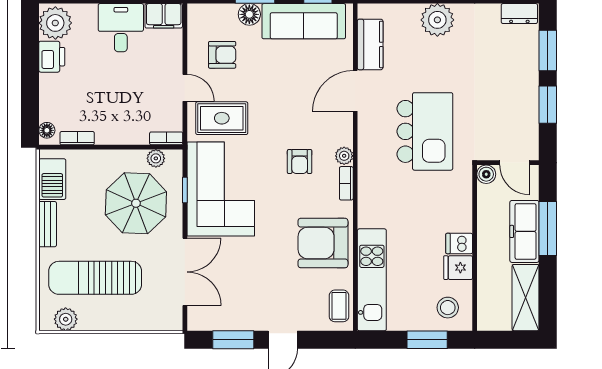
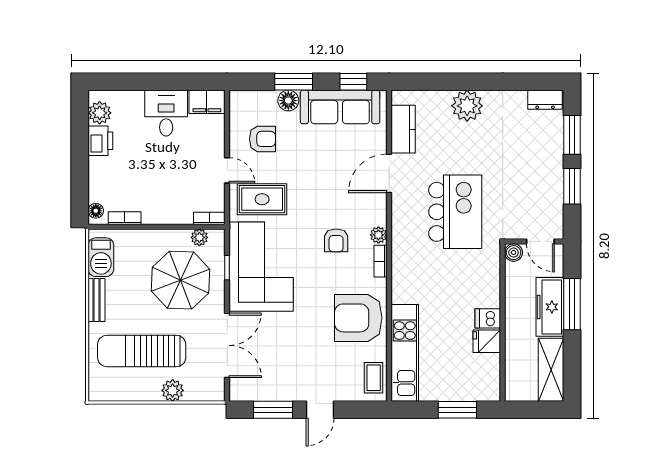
plant: (55, 23) -> (100, 113), width x0.73, depth x0.73
stool: (448, 308) -> (477, 379), removed
plant: (66, 319) -> (173, 390), moved

